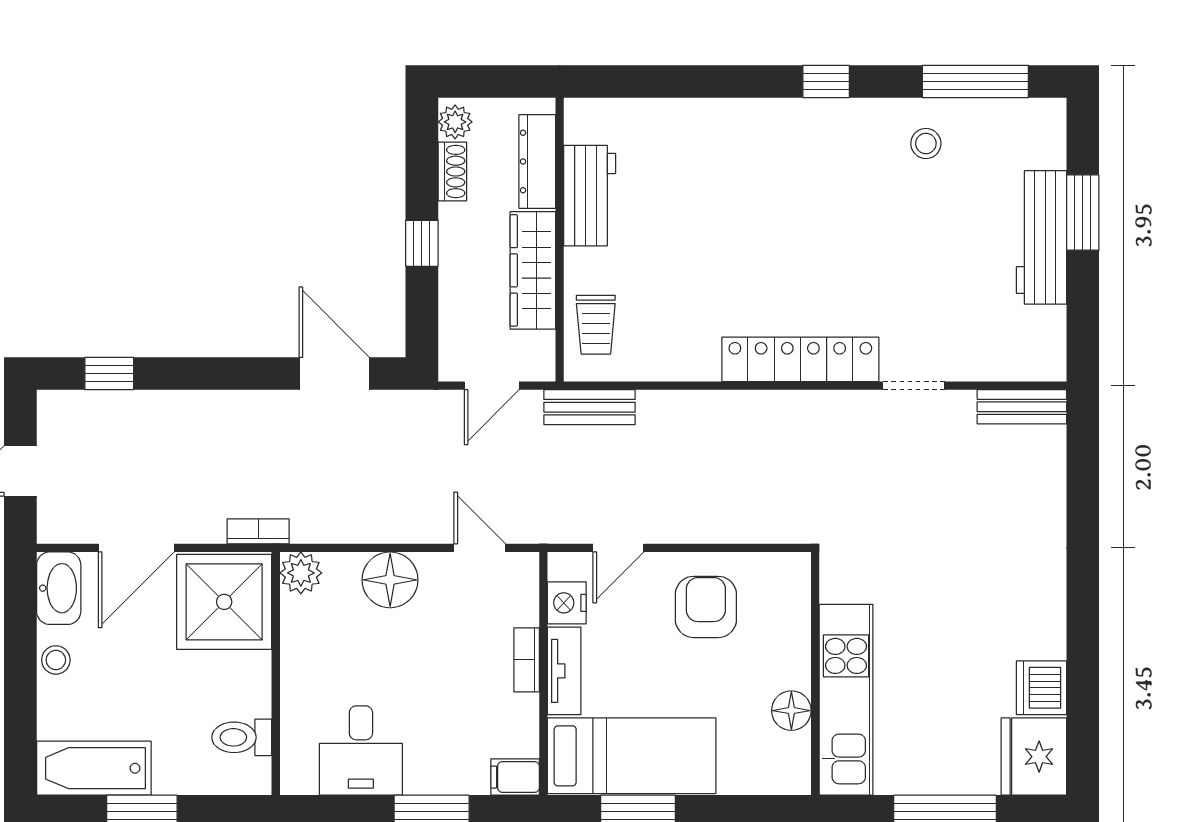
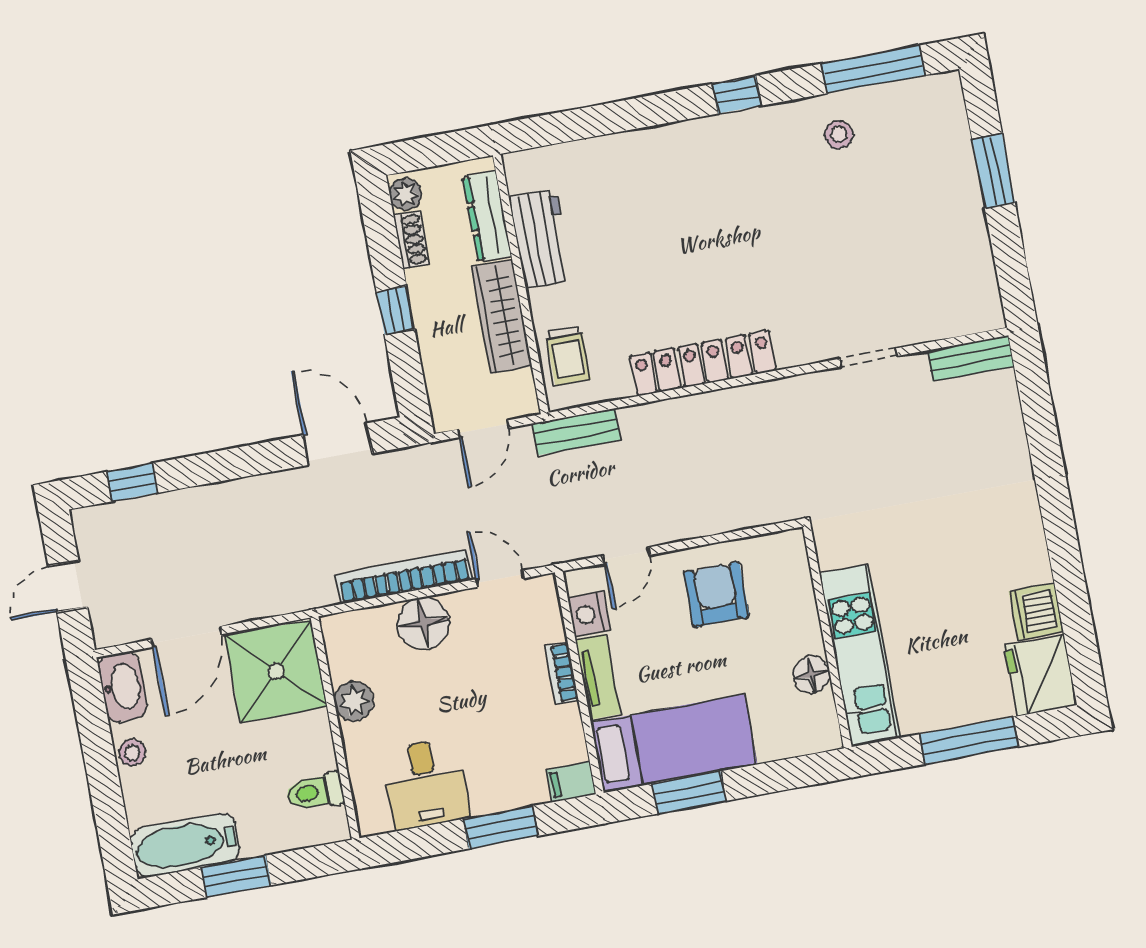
workbench: (1041, 237) -> (960, 200), removed
locker: (800, 359) -> (703, 363), moved
bookcase: (258, 531) -> (404, 577), moved, width x2.31, depth x1.31
plant: (301, 573) -> (354, 701), moved

